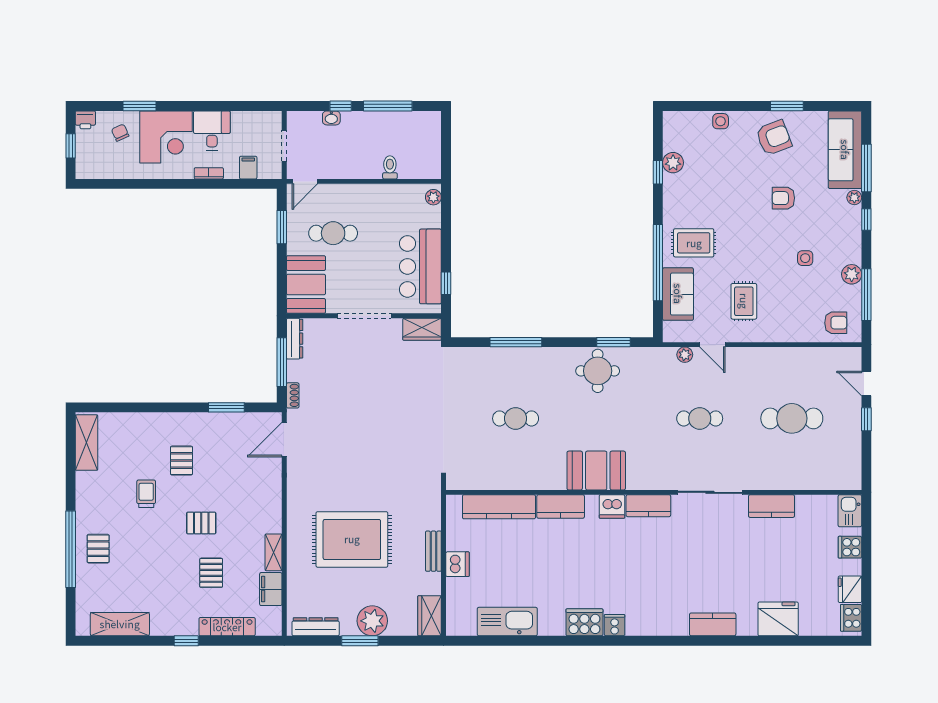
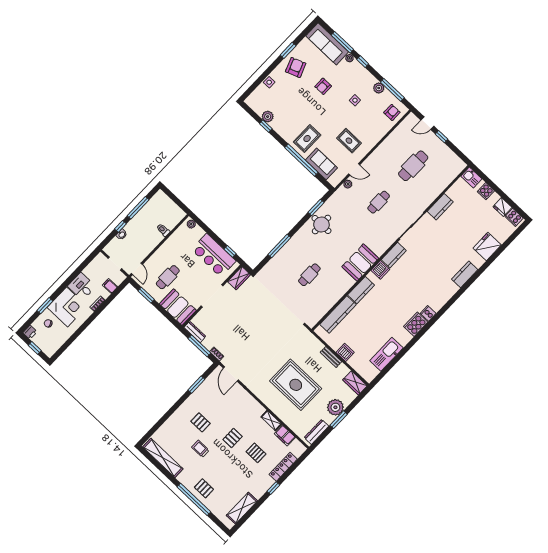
shelving: (87, 443) -> (163, 458), width x1.47
rug: (352, 539) -> (296, 385), turned 90

